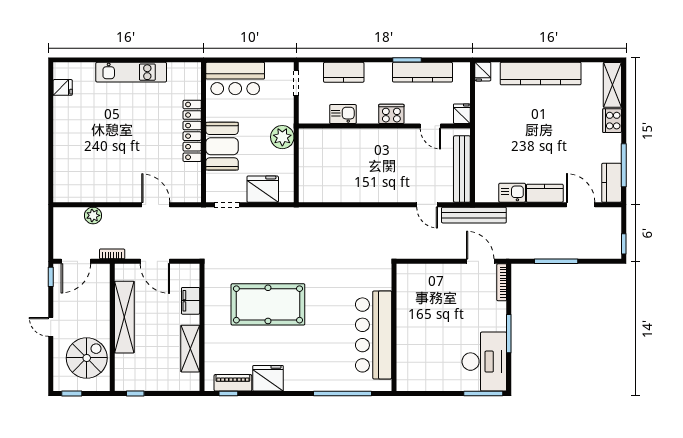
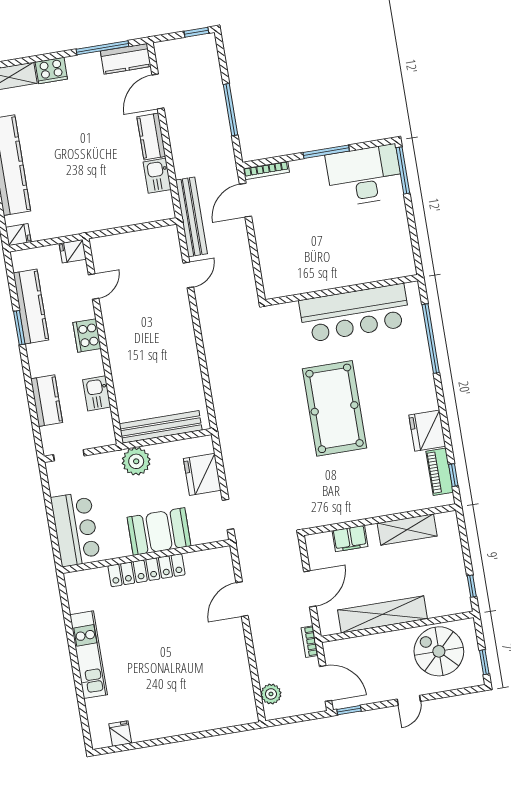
bench: (462, 169) -> (161, 427), moved
plant: (93, 215) -> (271, 694), moved
pool table: (268, 304) -> (335, 408), moved

